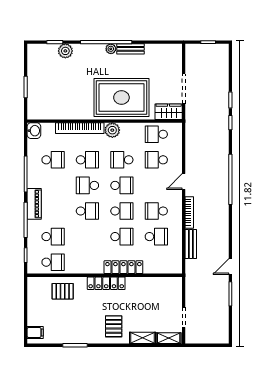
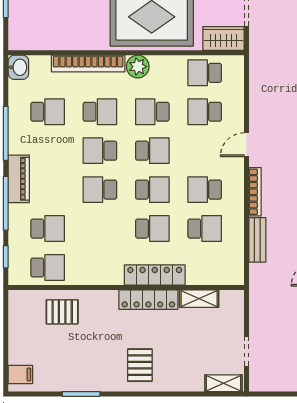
school desk: (87, 211) -> (100, 190), turned 180
locker: (106, 283) -> (148, 300), moved
shelving: (142, 338) -> (199, 299), moved

